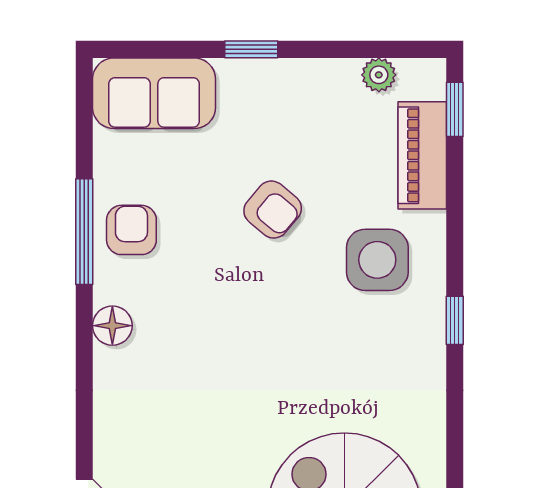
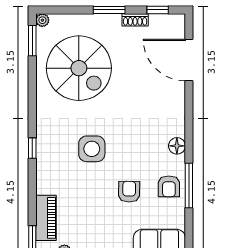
armchair: (273, 210) -> (129, 192), moved, turned 51
side table: (377, 260) -> (92, 149), moved

